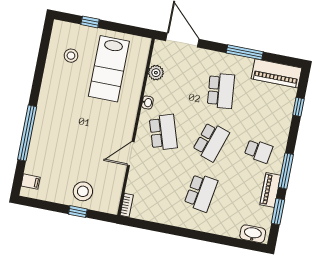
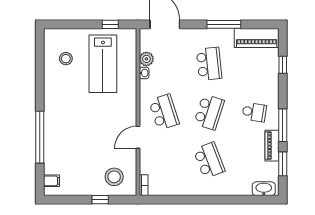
window: (90, 22) -> (110, 24), moved
washbasin: (147, 102) -> (144, 73), moved
stool: (83, 191) -> (114, 177), moved
school desk: (201, 193) -> (209, 160), turned -30

